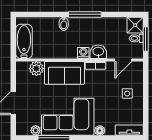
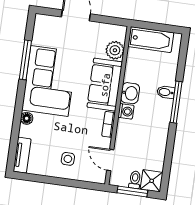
window: (85, 14) -> (176, 102), moved
washbasin: (98, 52) -> (130, 93), moved
plant: (36, 130) -> (38, 39), removed

